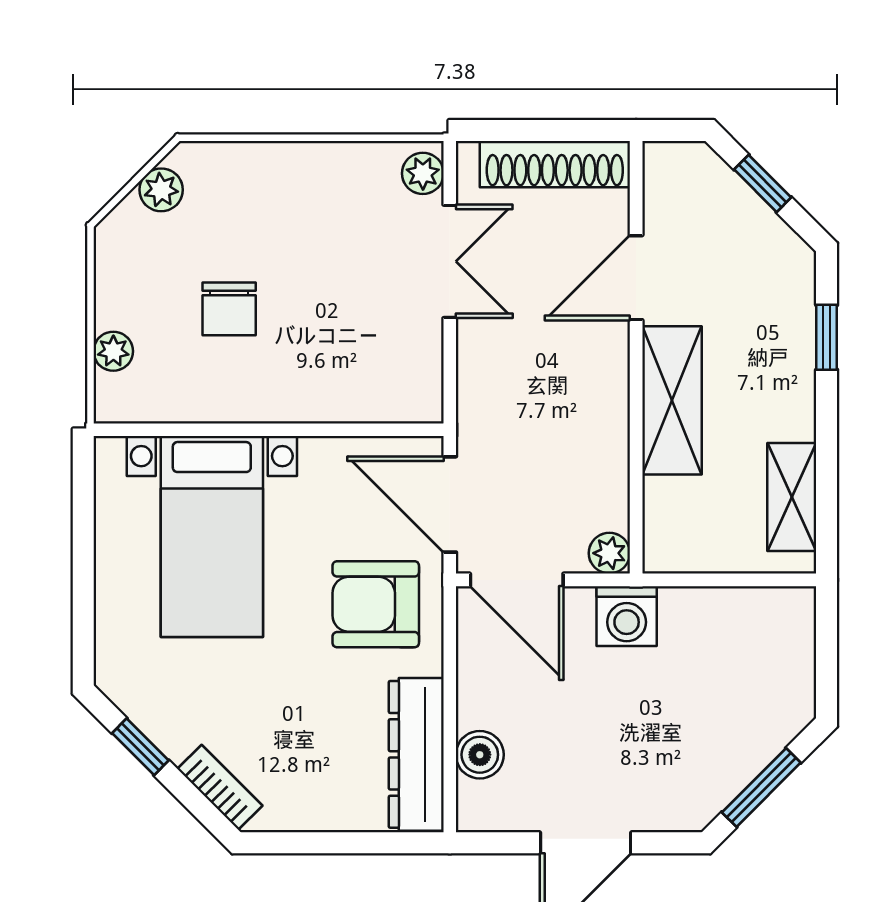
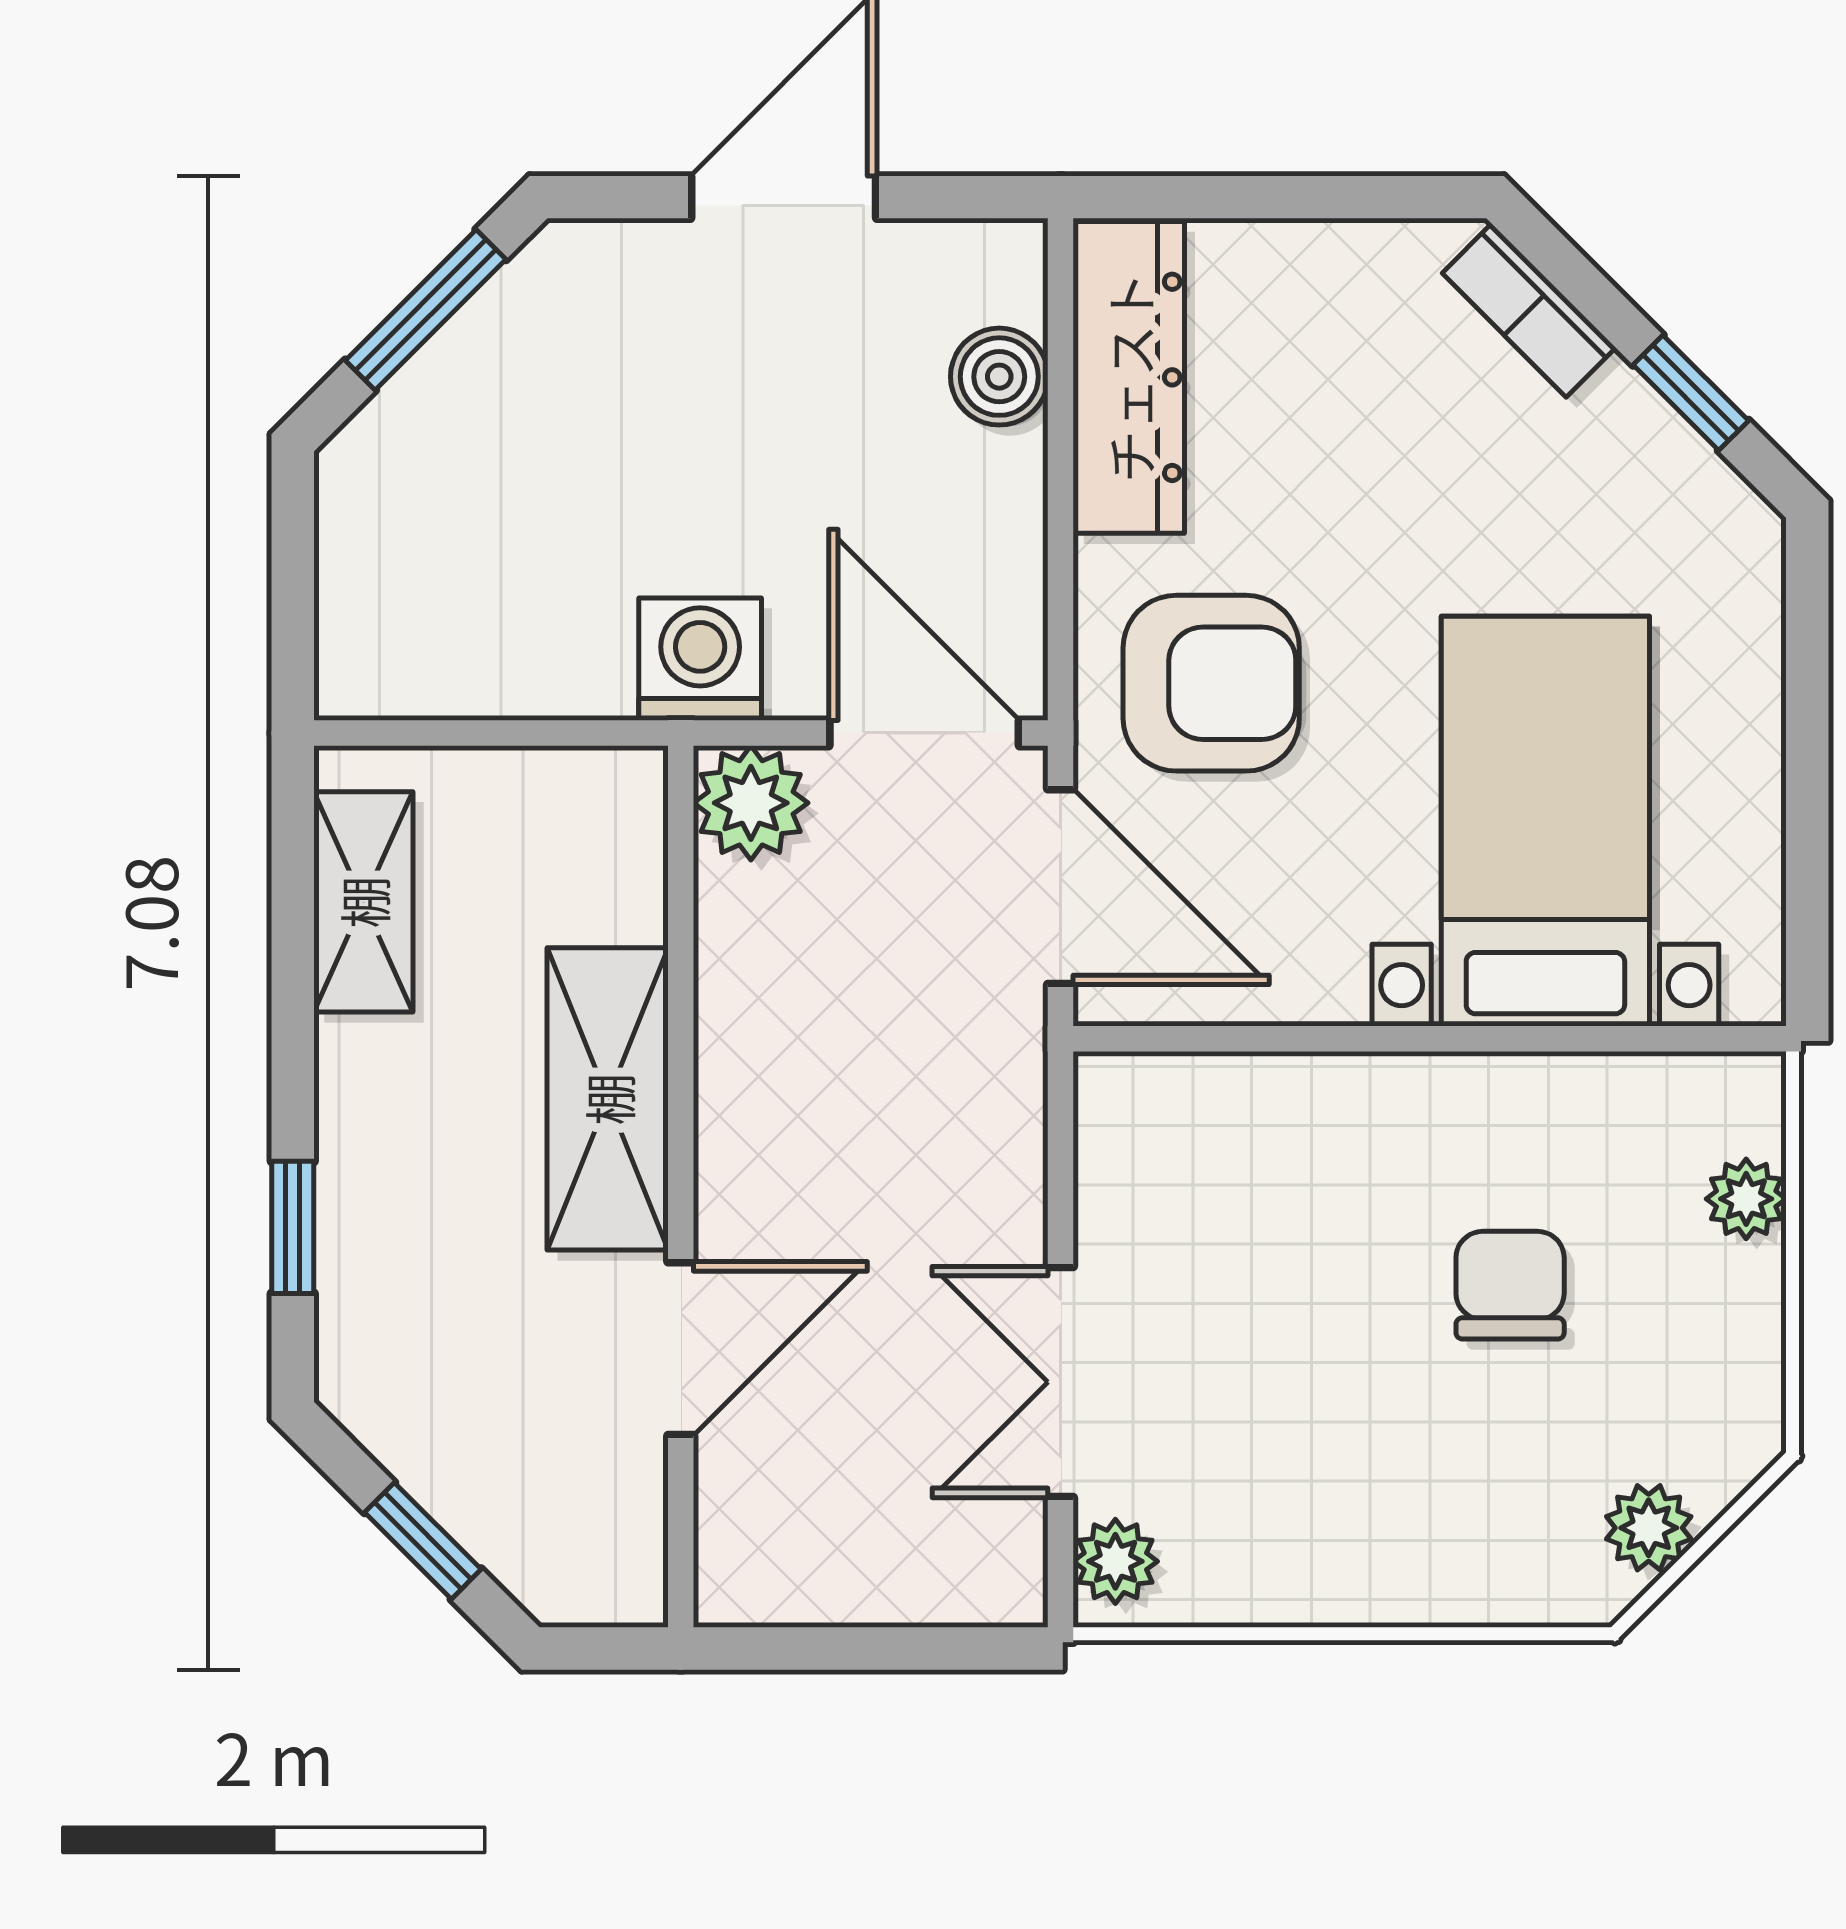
shoe rack: (555, 164) -> (846, 1580), removed
plant: (609, 553) -> (751, 803), width x1.38, depth x1.38

